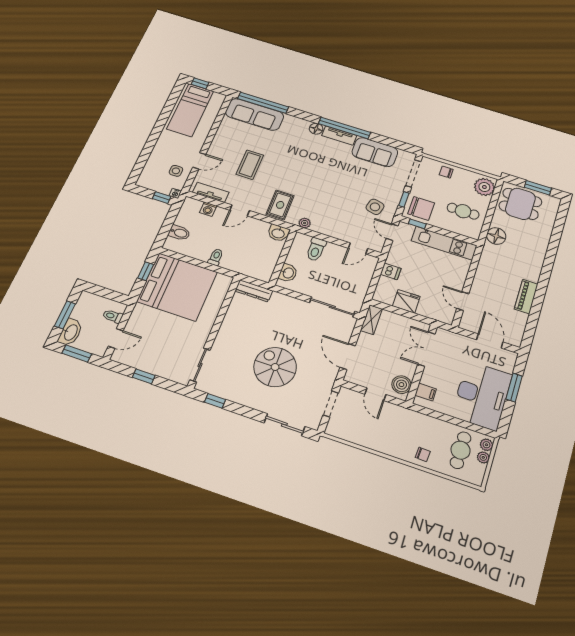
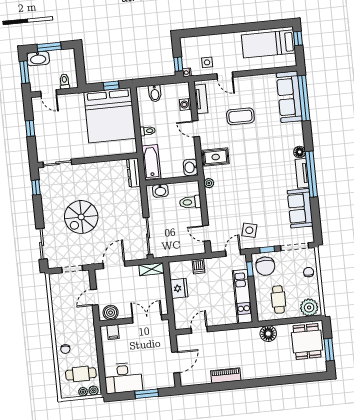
bathtub: (252, 268) -> (151, 162), added
spiral stairs: (275, 367) -> (81, 217), turned 180
desk: (482, 395) -> (123, 378), width x0.73, depth x0.77

